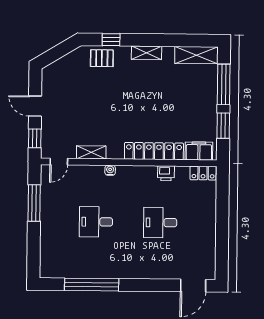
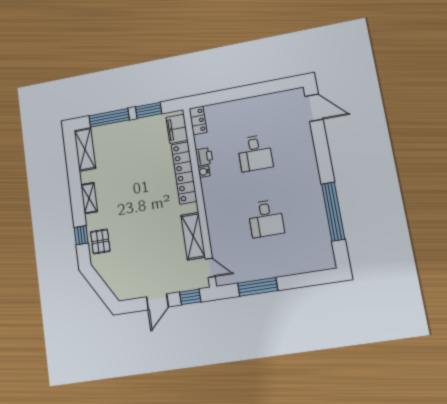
shelving: (91, 152) -> (193, 236), width x1.50, depth x1.33
water cooler: (110, 170) -> (204, 172), moved

